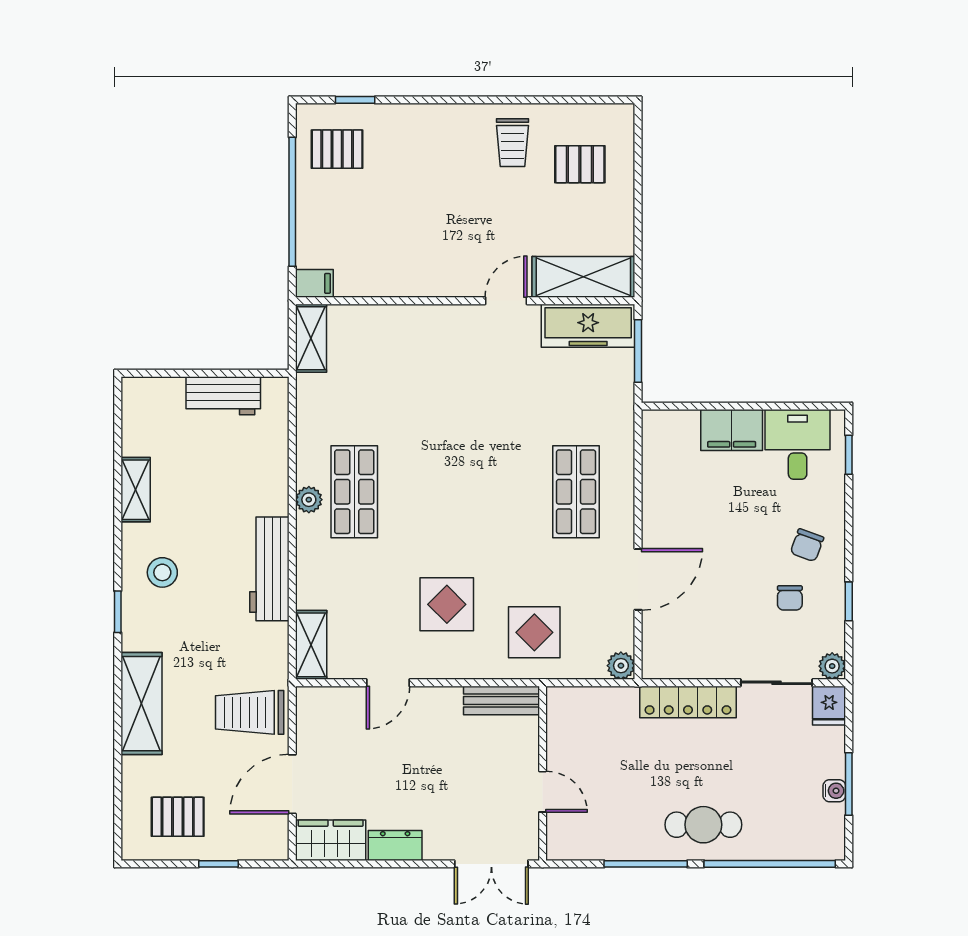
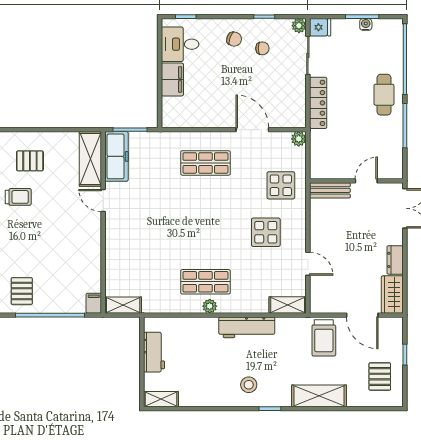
pallet: (580, 164) -> (30, 161), turned 90
shelving: (136, 490) -> (161, 399), moved
bench: (501, 700) -> (330, 190), moved, turned 90

